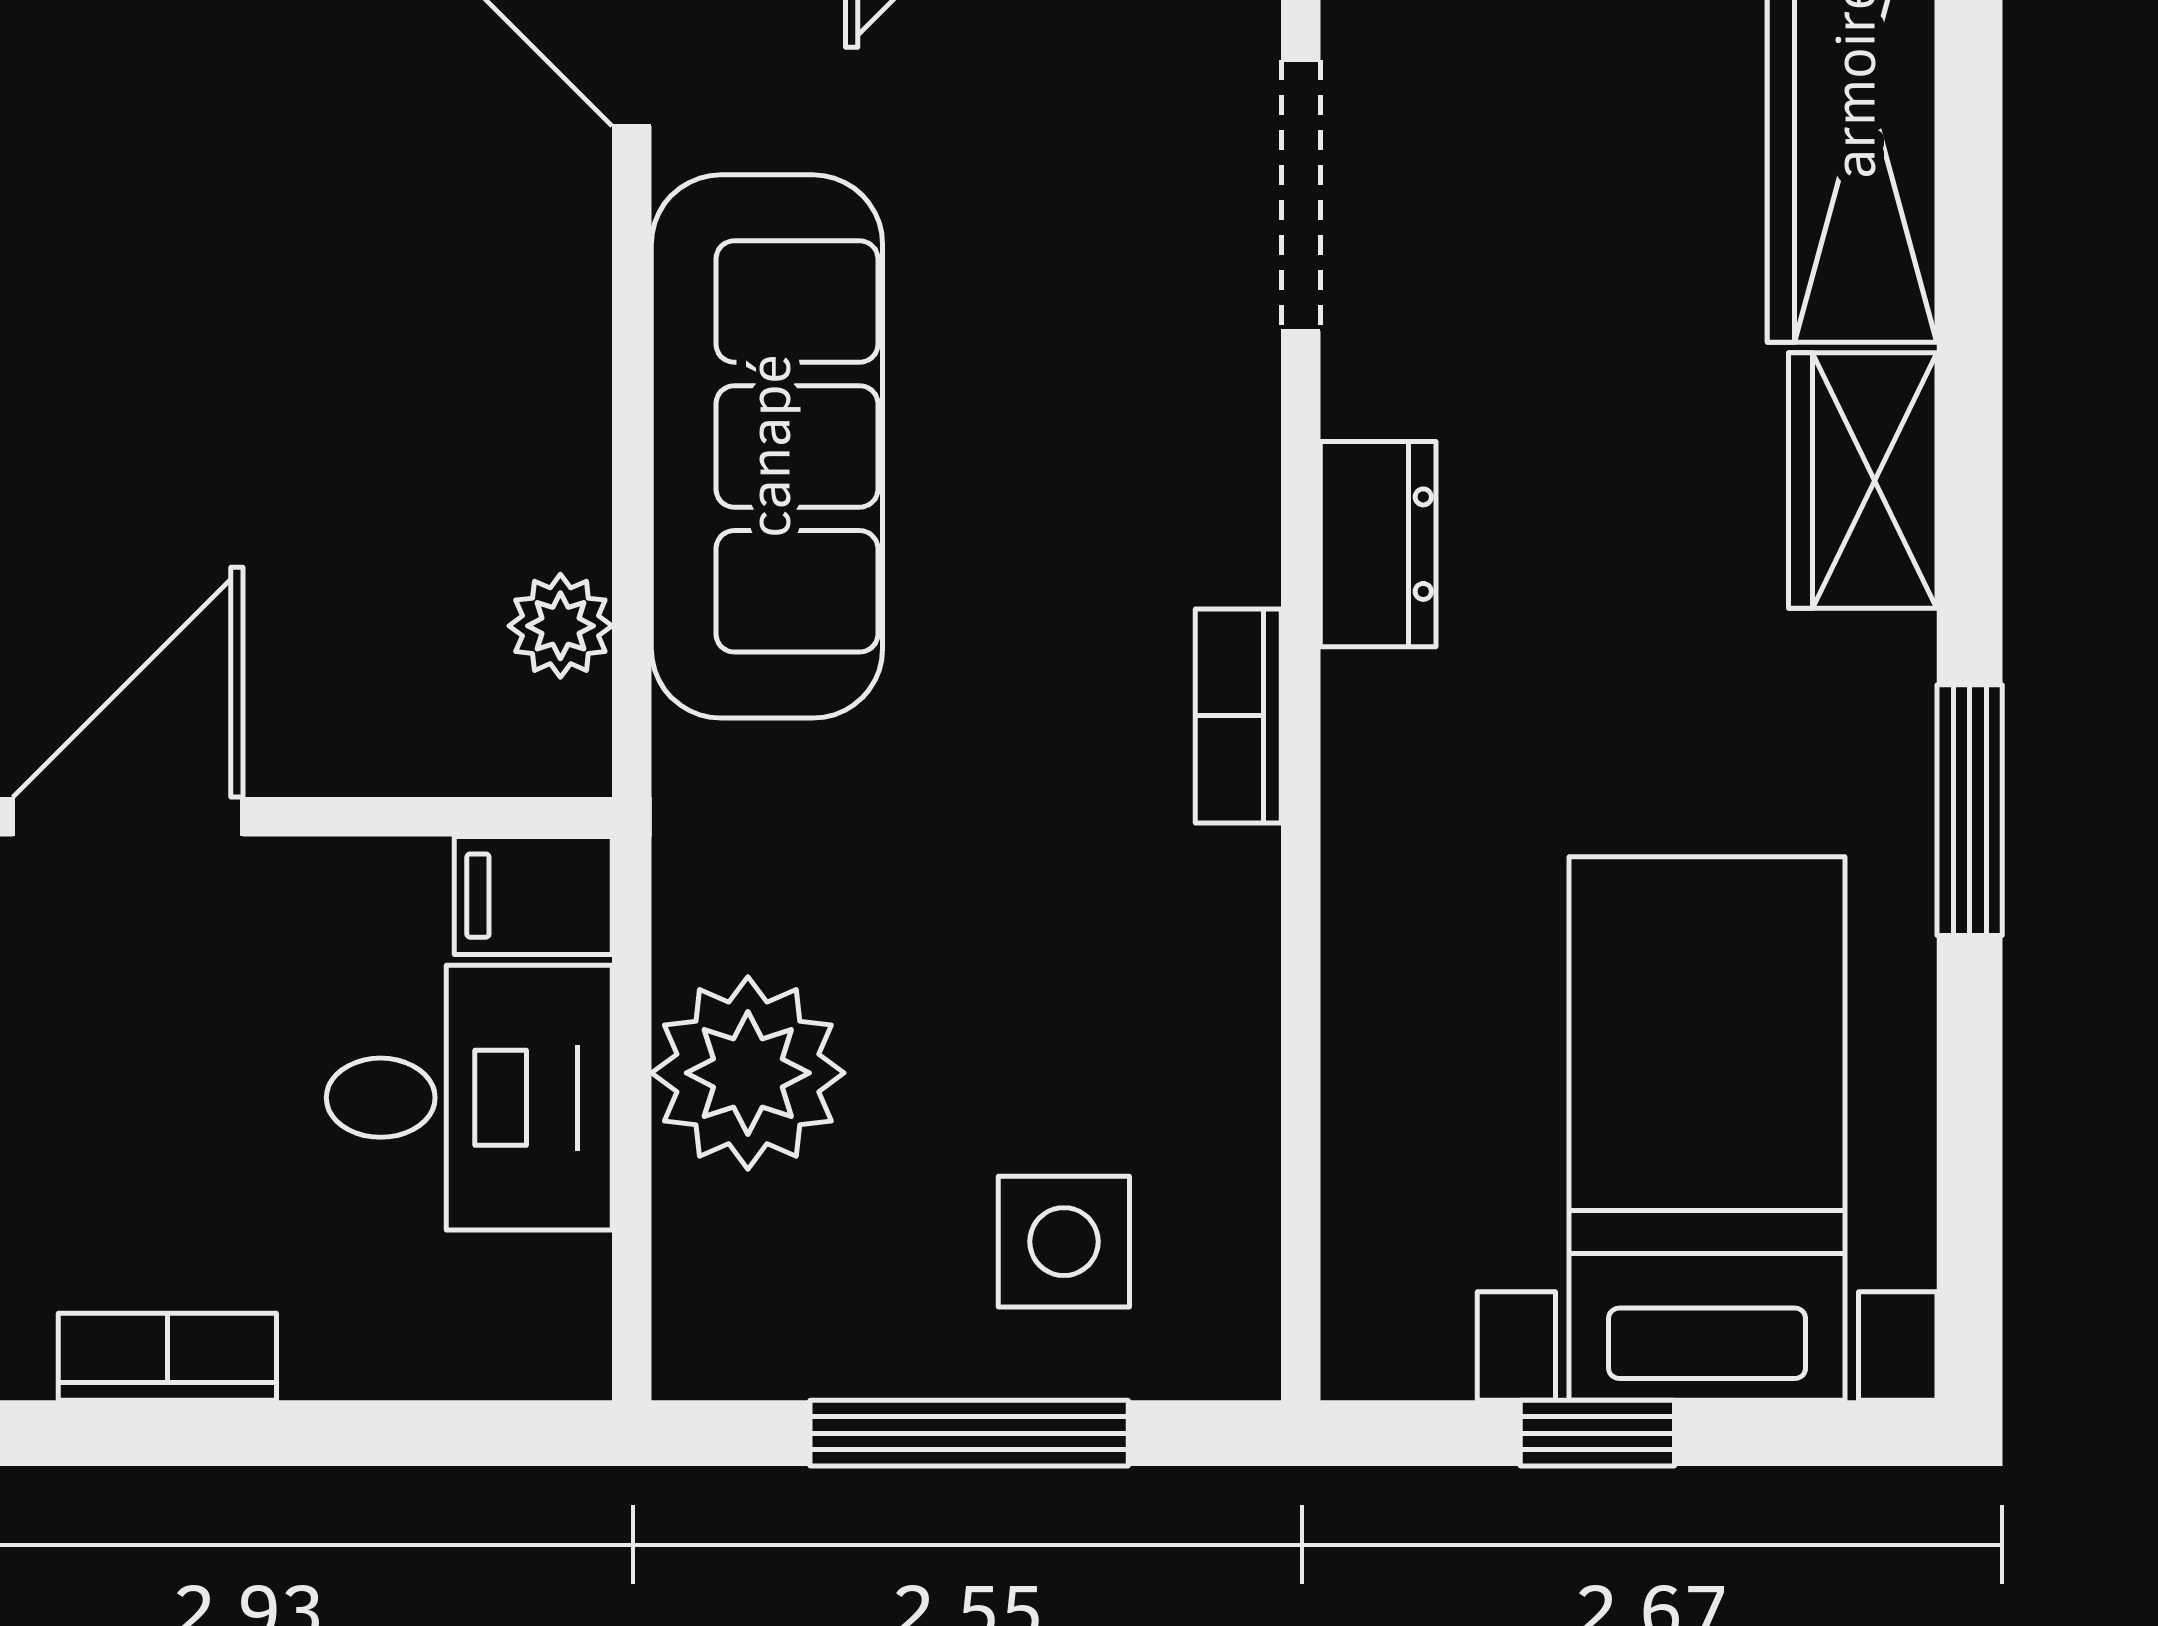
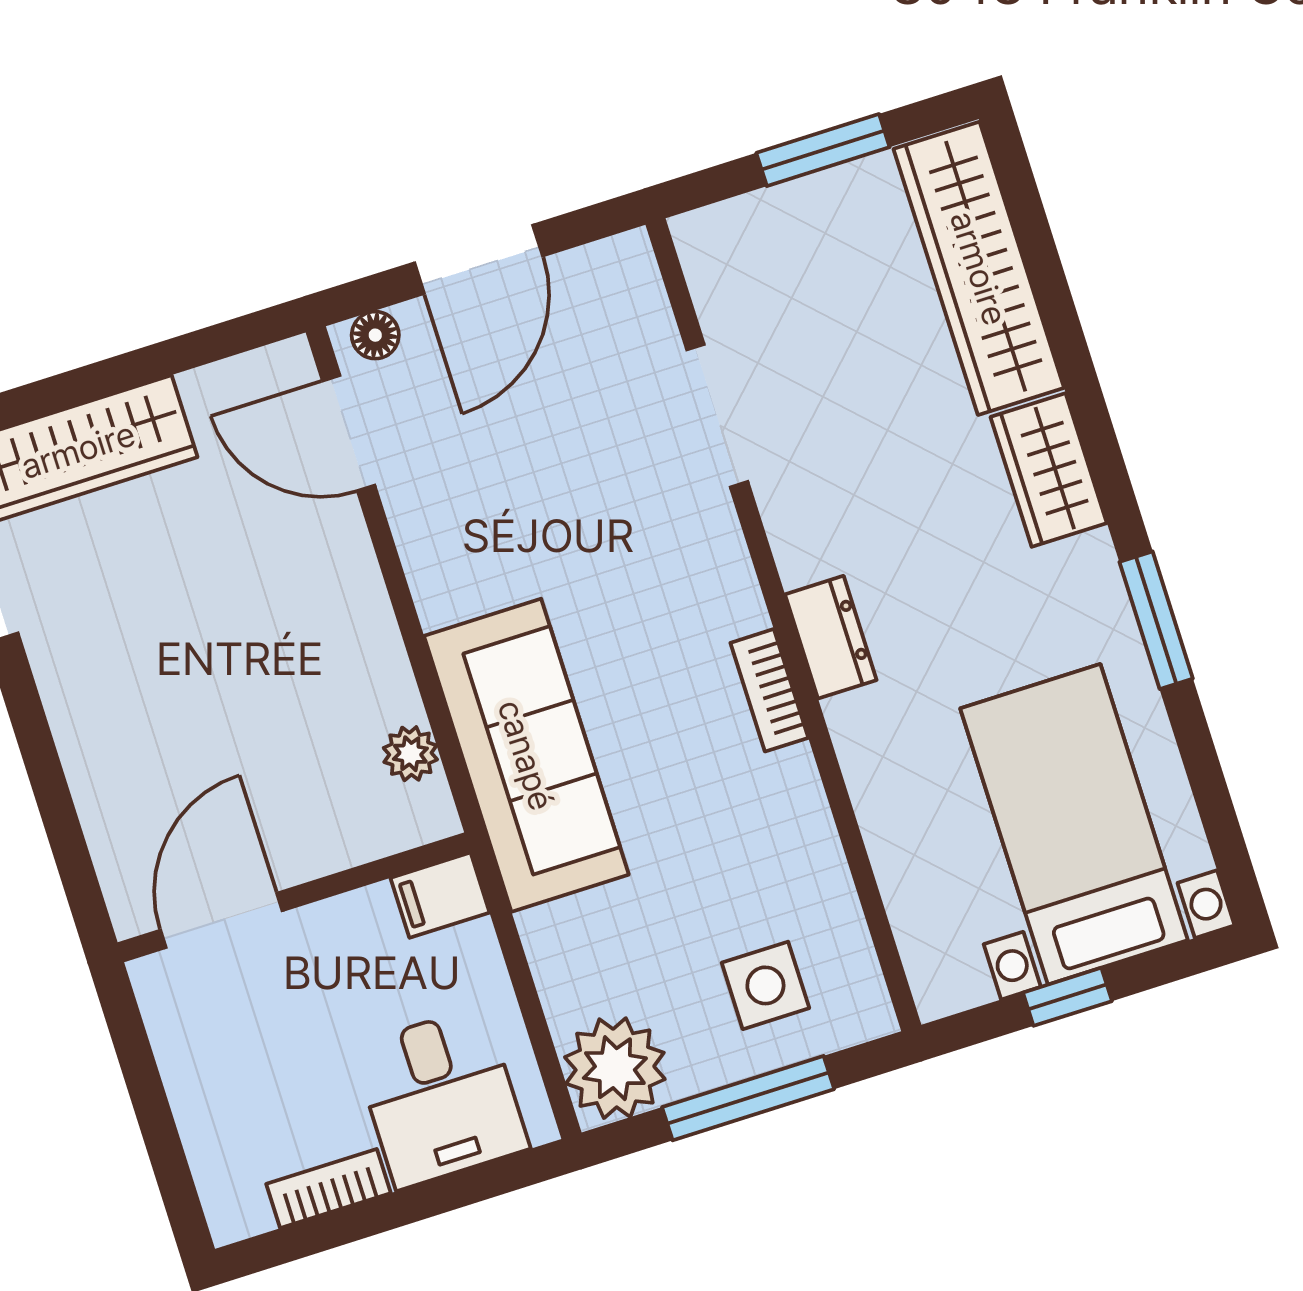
sofa: (767, 446) -> (526, 755), moved
dresser: (1378, 544) -> (831, 637), moved
plant: (748, 1073) -> (615, 1068), moved
desk: (469, 1098) -> (441, 1097), moved, turned 90

